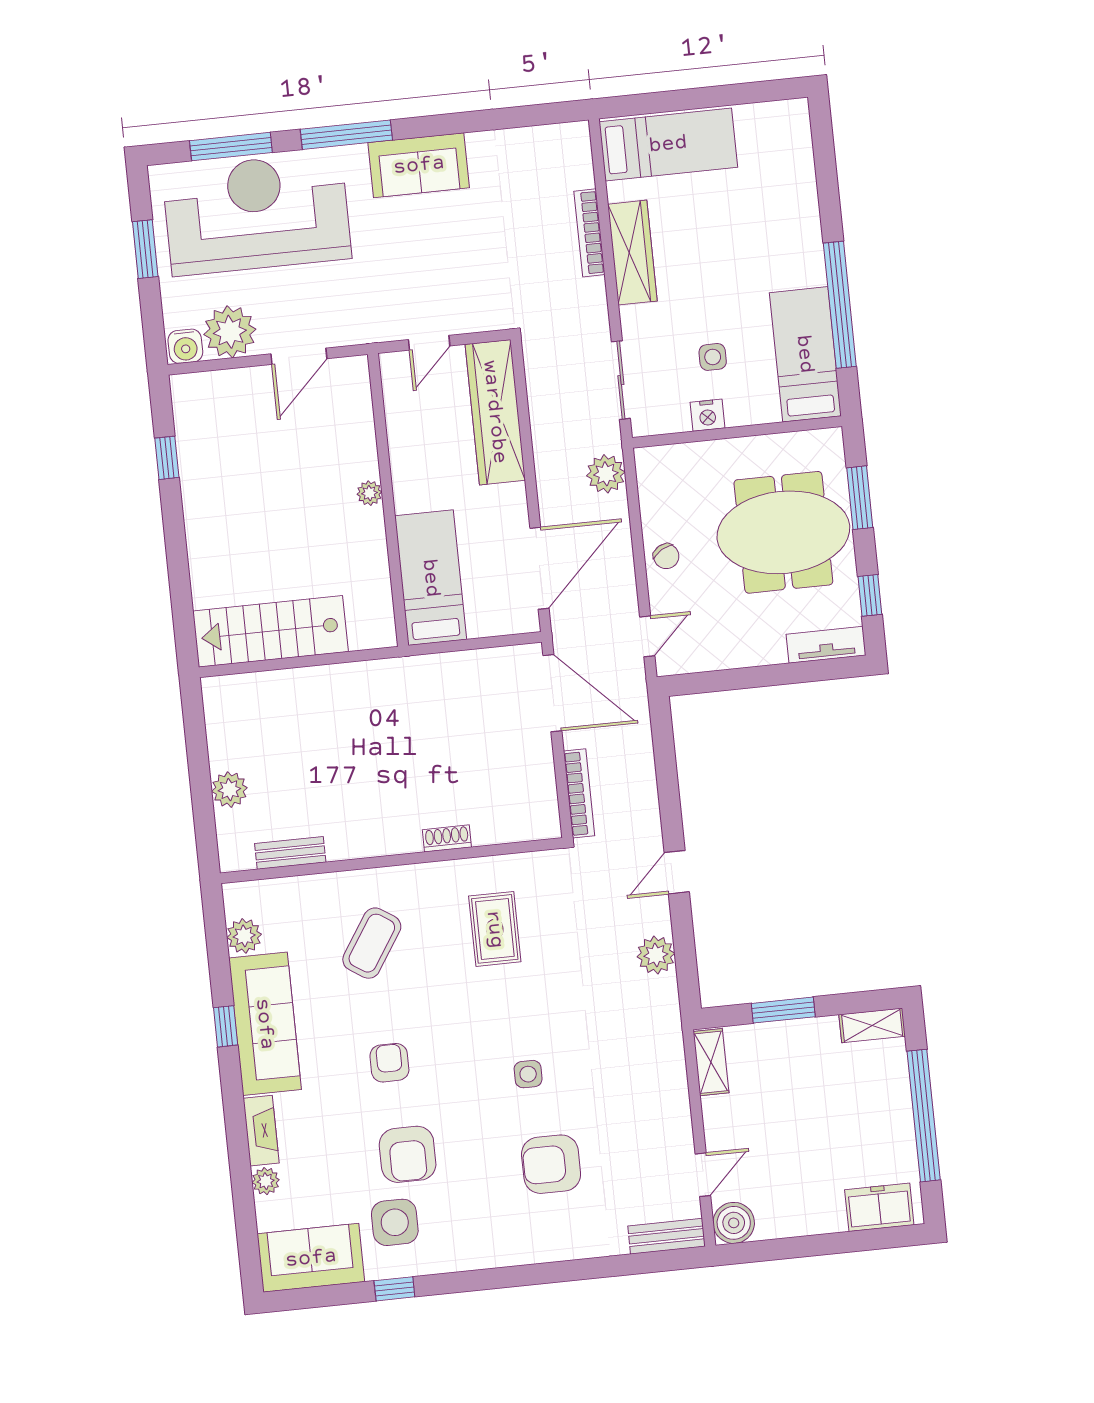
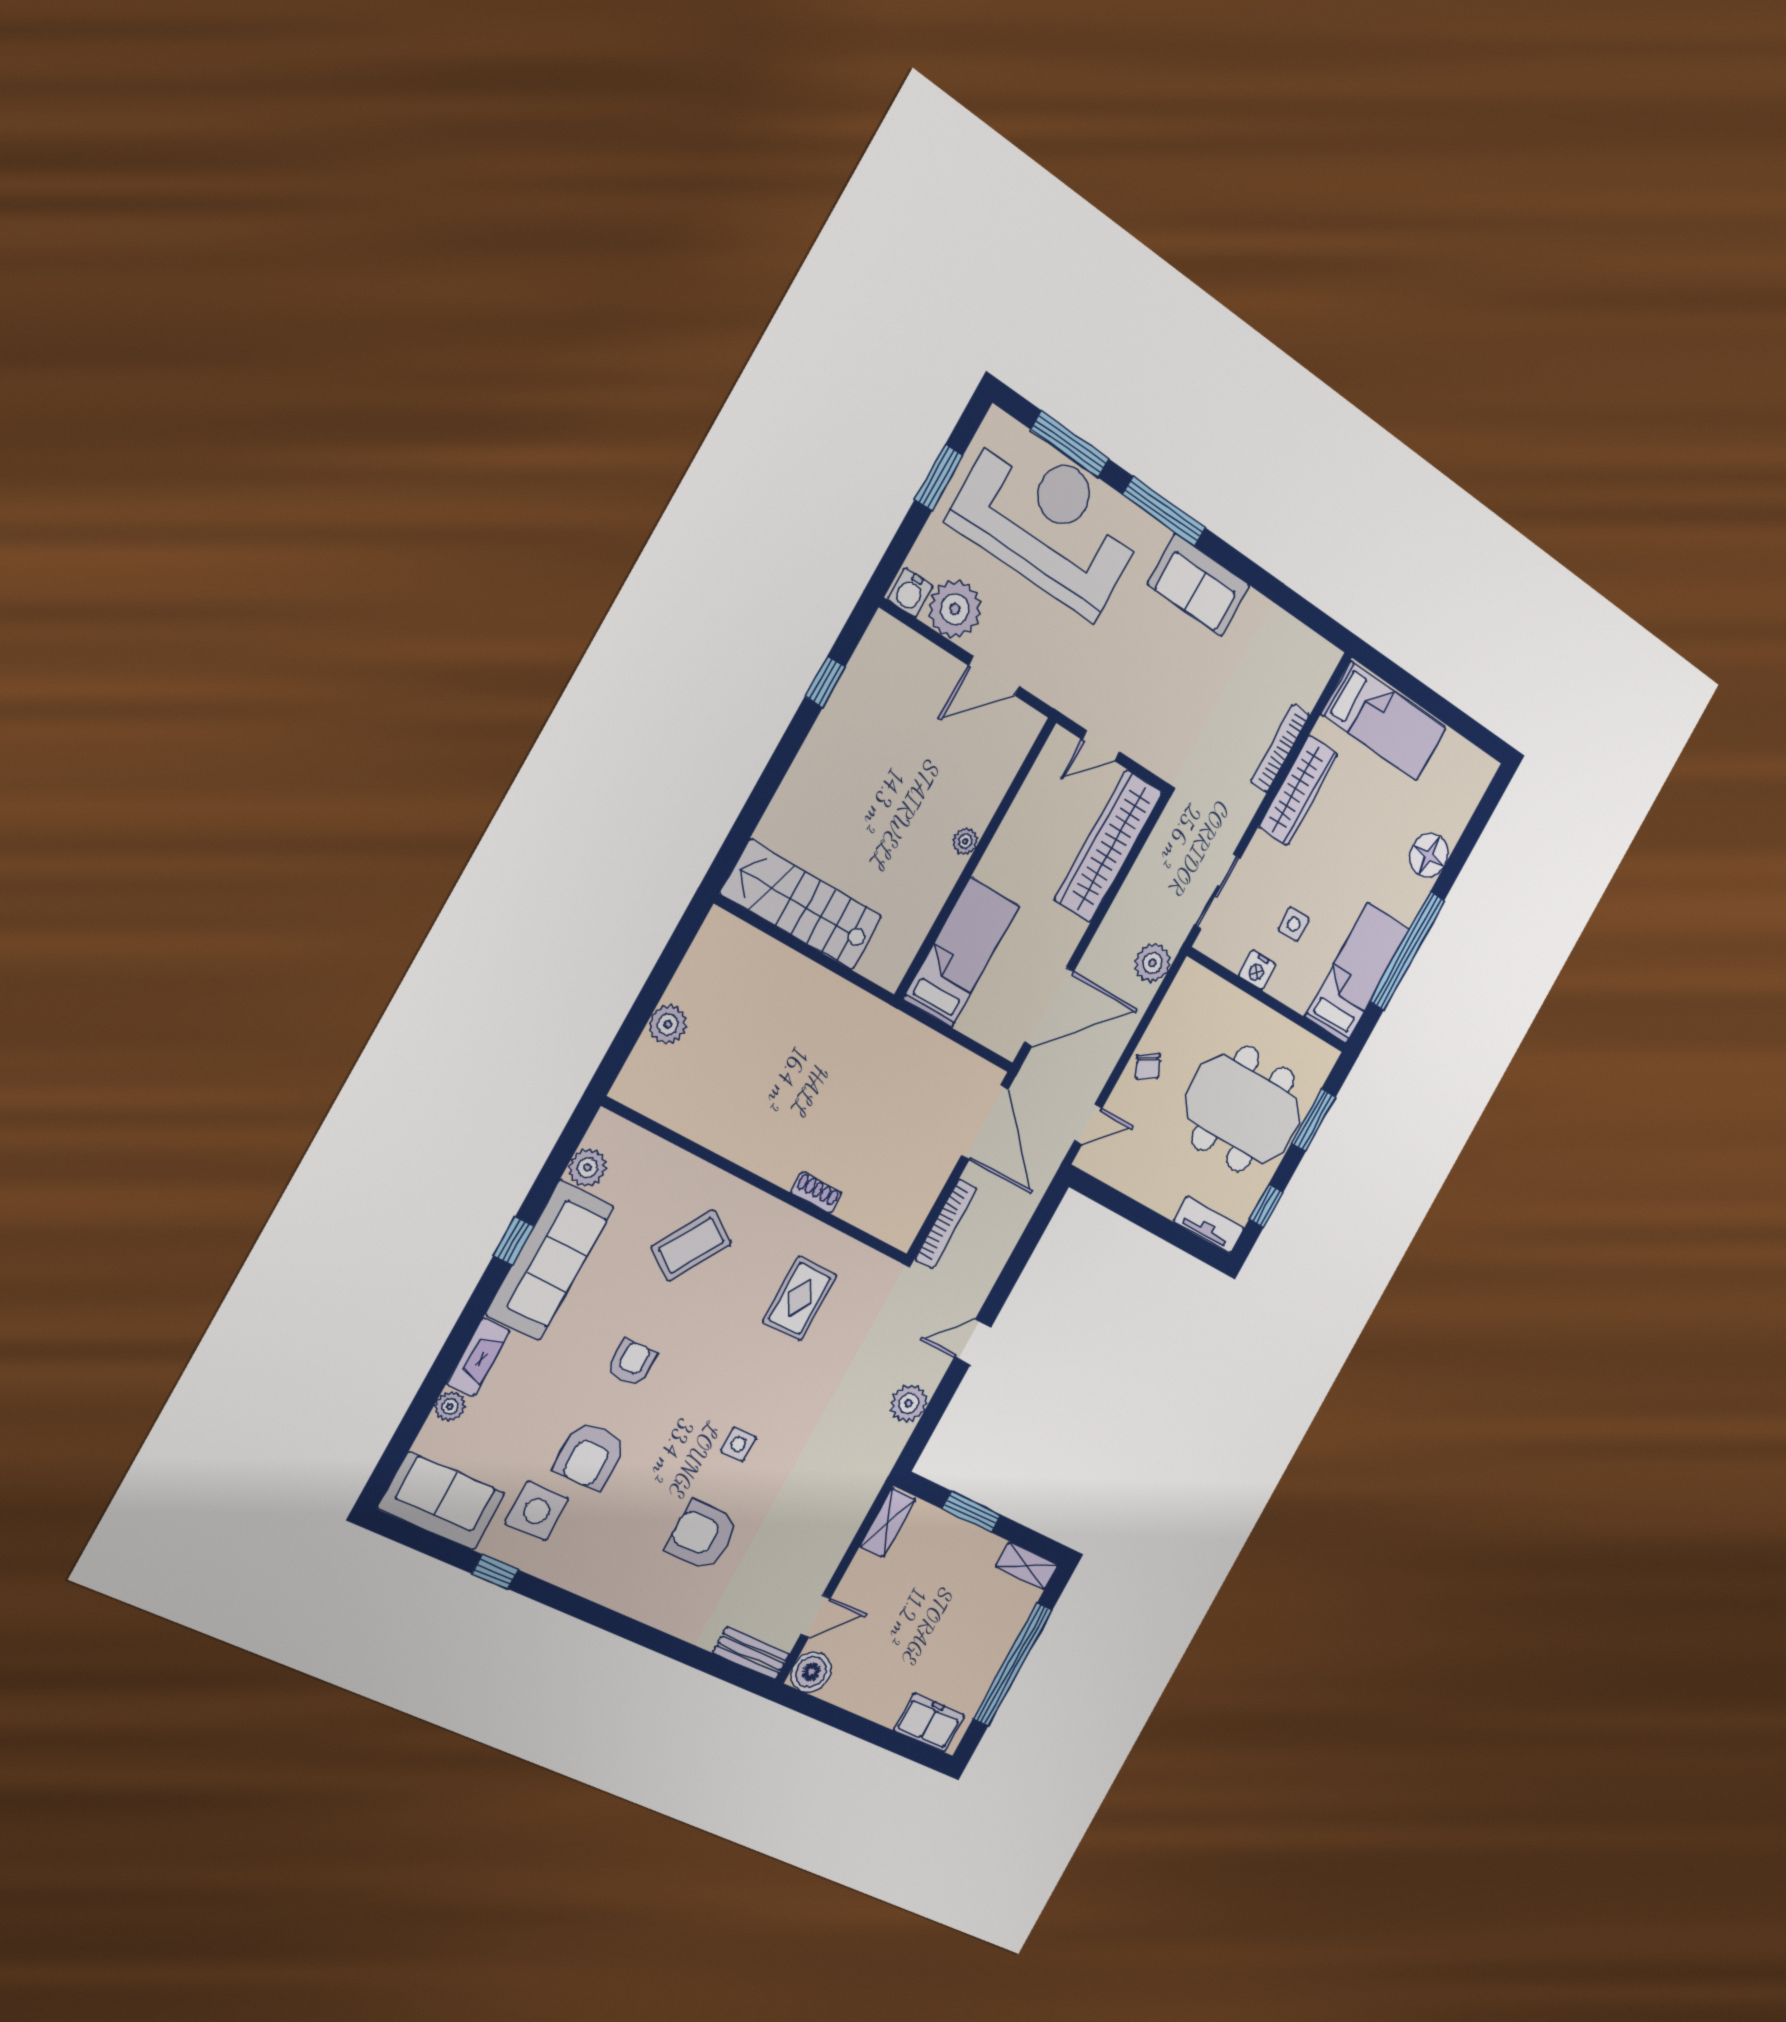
floor lamp: (798, 216) -> (1429, 855), added
bench: (290, 853) -> (679, 1118), removed

